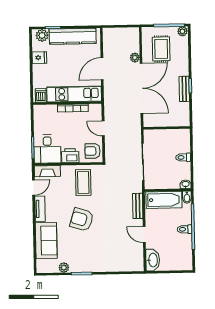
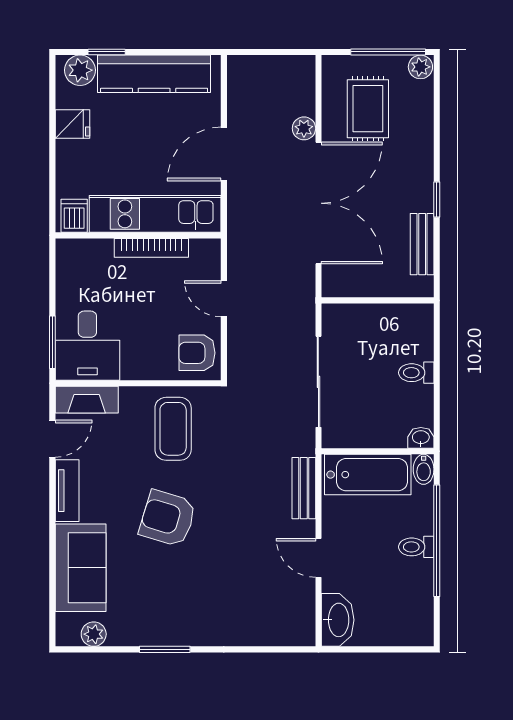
bench: (184, 89) -> (422, 244), moved
printer: (70, 156) -> (143, 363), removed
plant: (64, 268) -> (94, 634), moved

